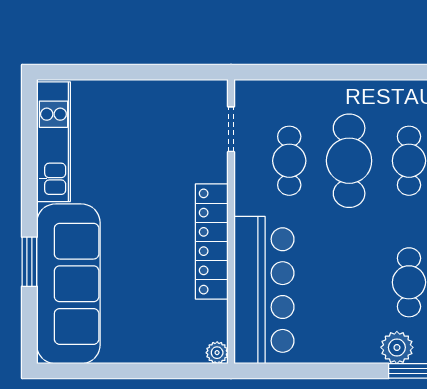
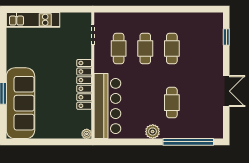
kitchen unit: (53, 142) -> (33, 20), moved, turned 90
cafe table: (349, 161) -> (145, 49), width x0.73, depth x0.74
plant: (397, 347) -> (153, 132), moved

